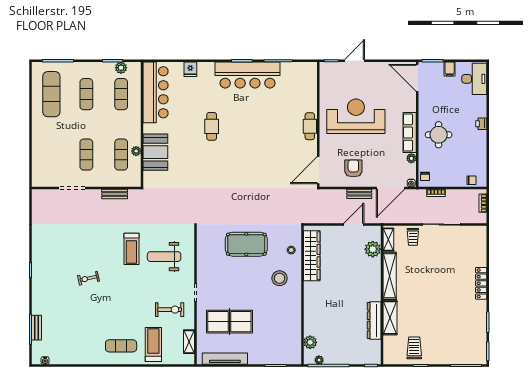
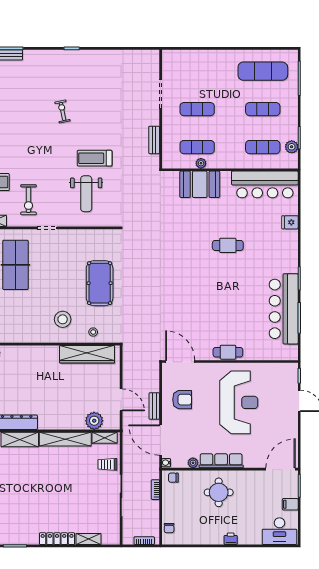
bar counter: (248, 75) -> (284, 309), moved
shelving: (481, 254) -> (88, 539), added
weight bench: (164, 257) -> (86, 194), turned 180

